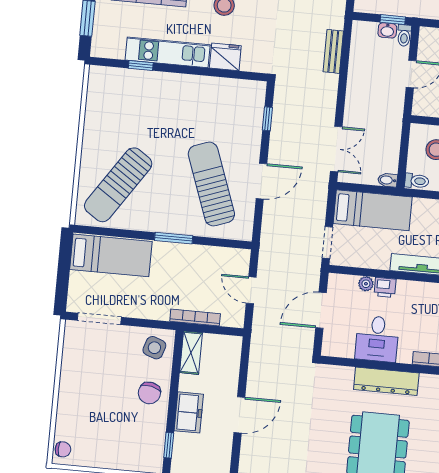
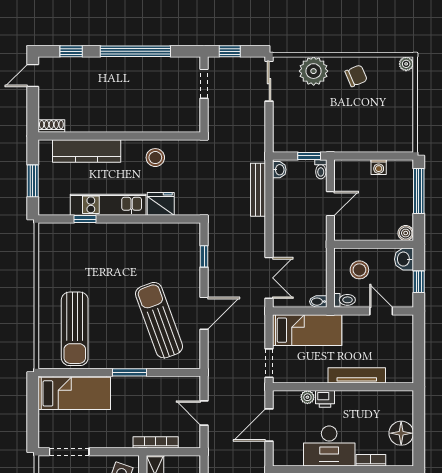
washbasin: (387, 30) -> (279, 170), moved, turned -90
bench: (333, 51) -> (258, 190), width x1.36
sun lounger: (118, 185) -> (75, 329), turned -34
desk: (377, 339) -> (329, 446), width x1.37

